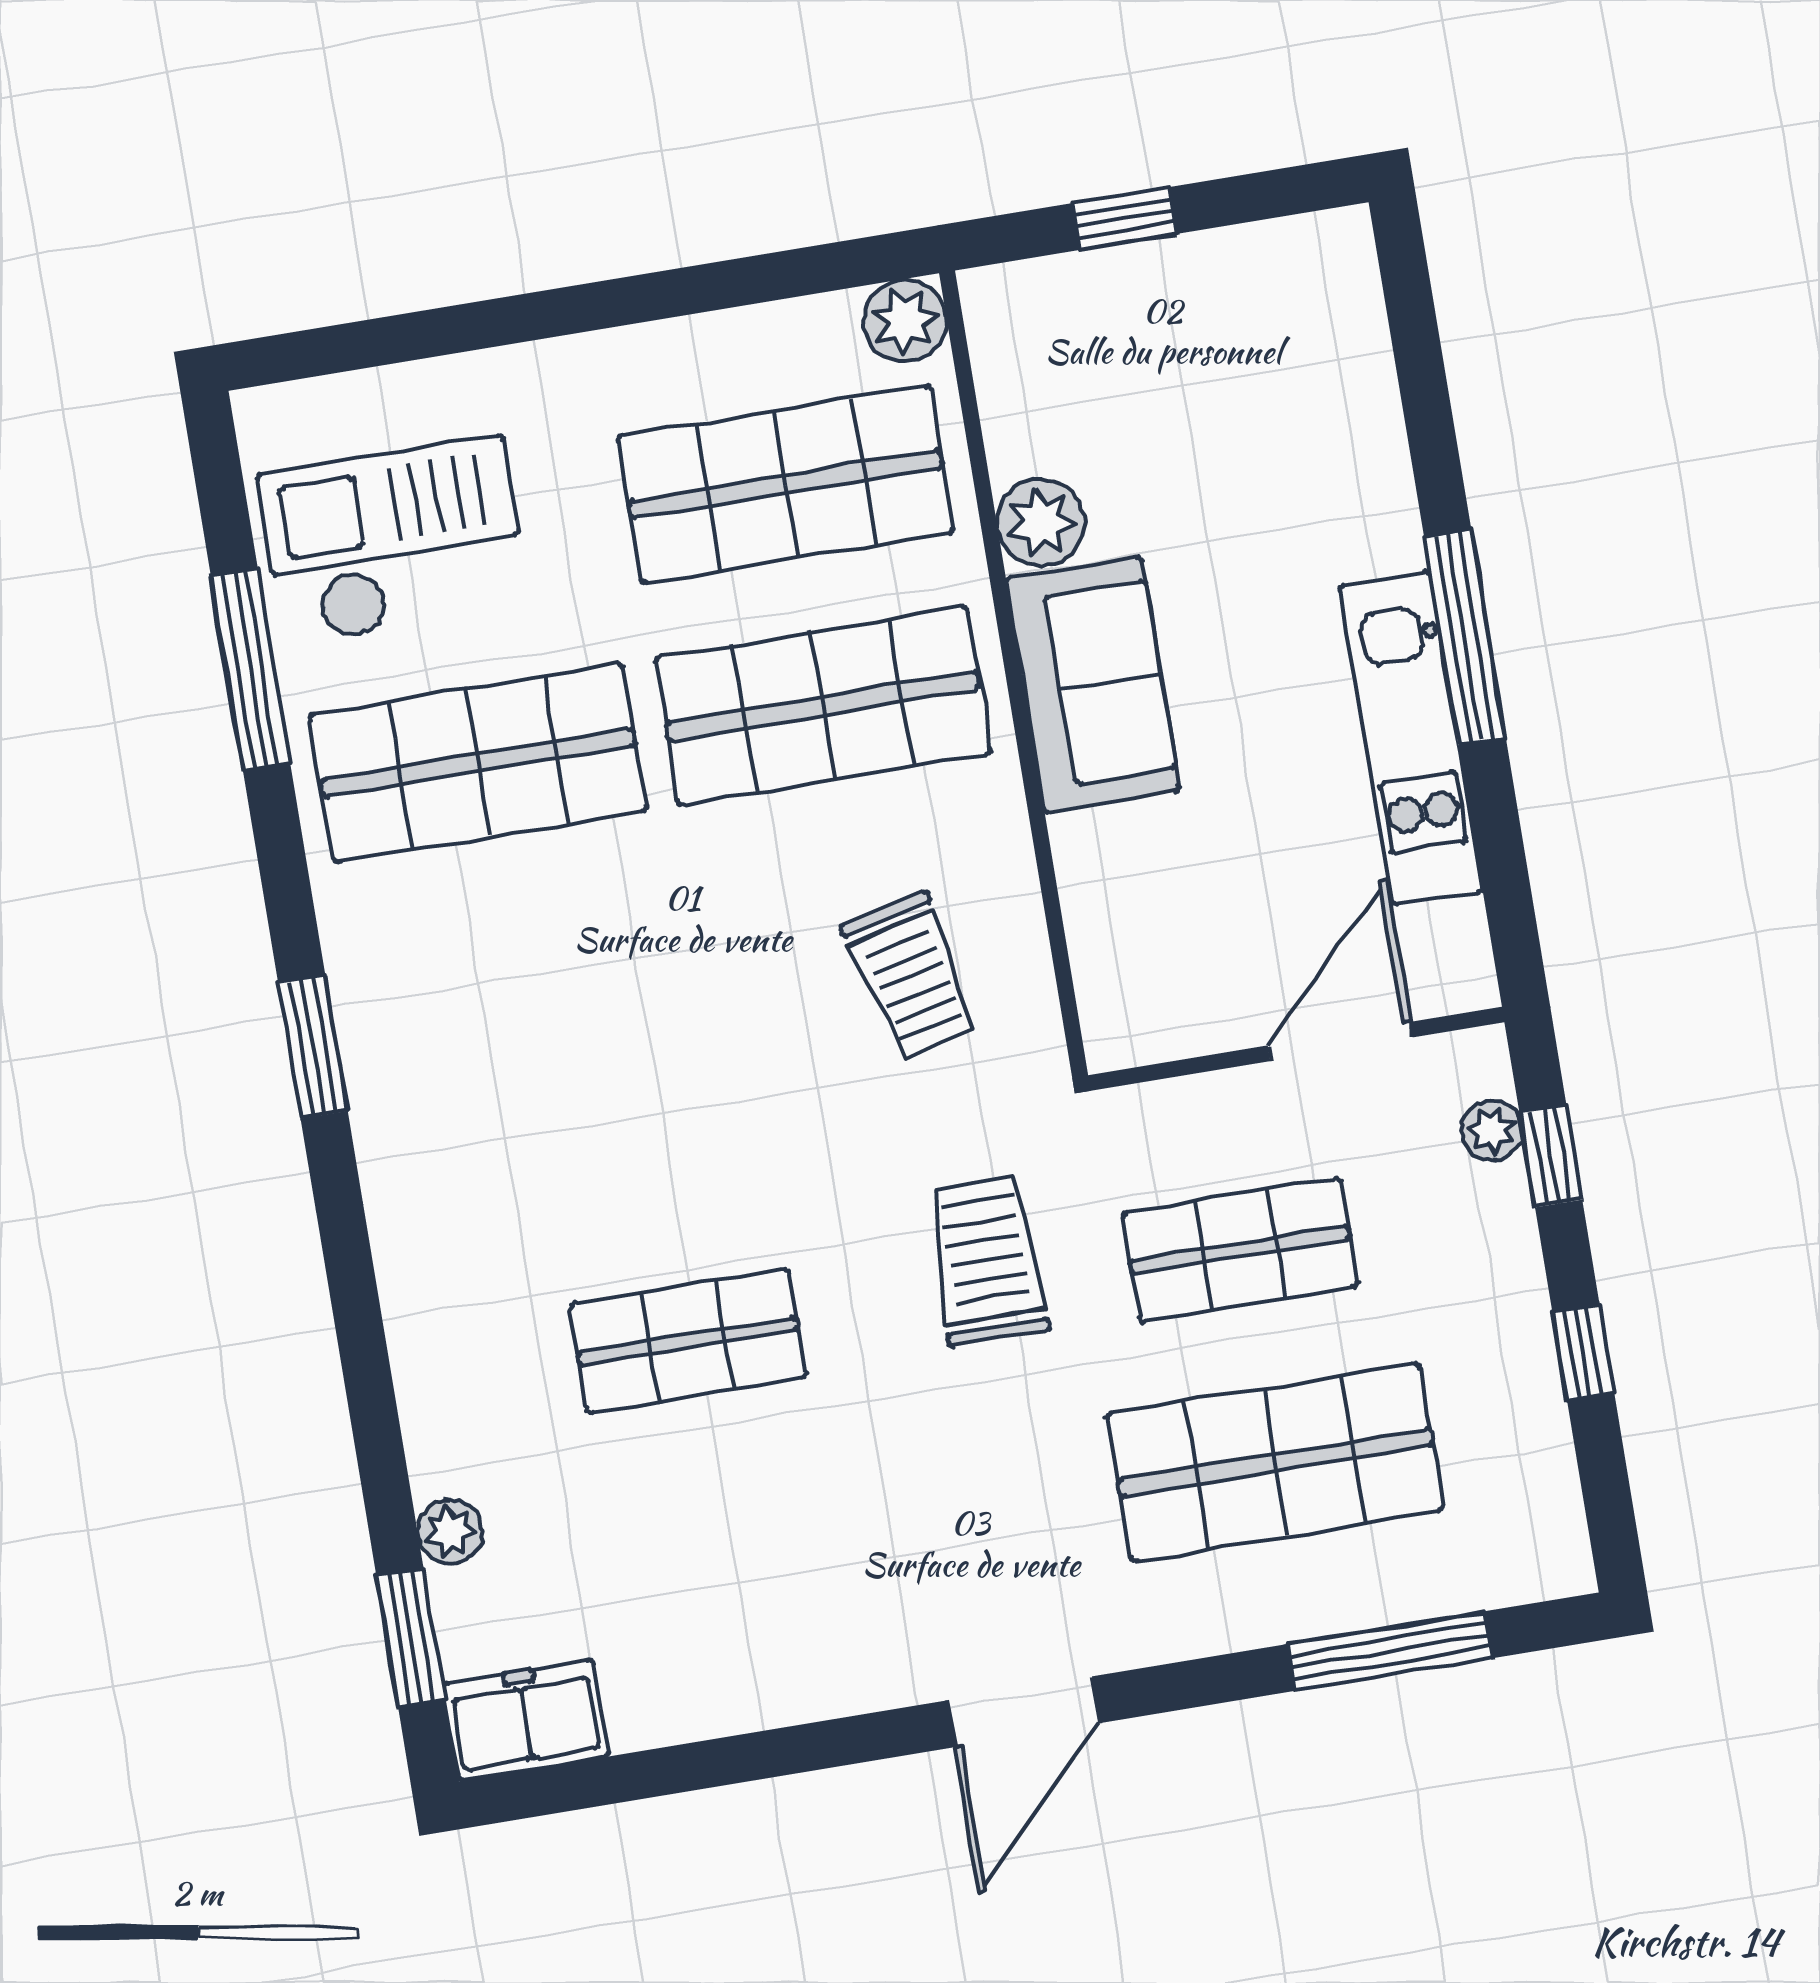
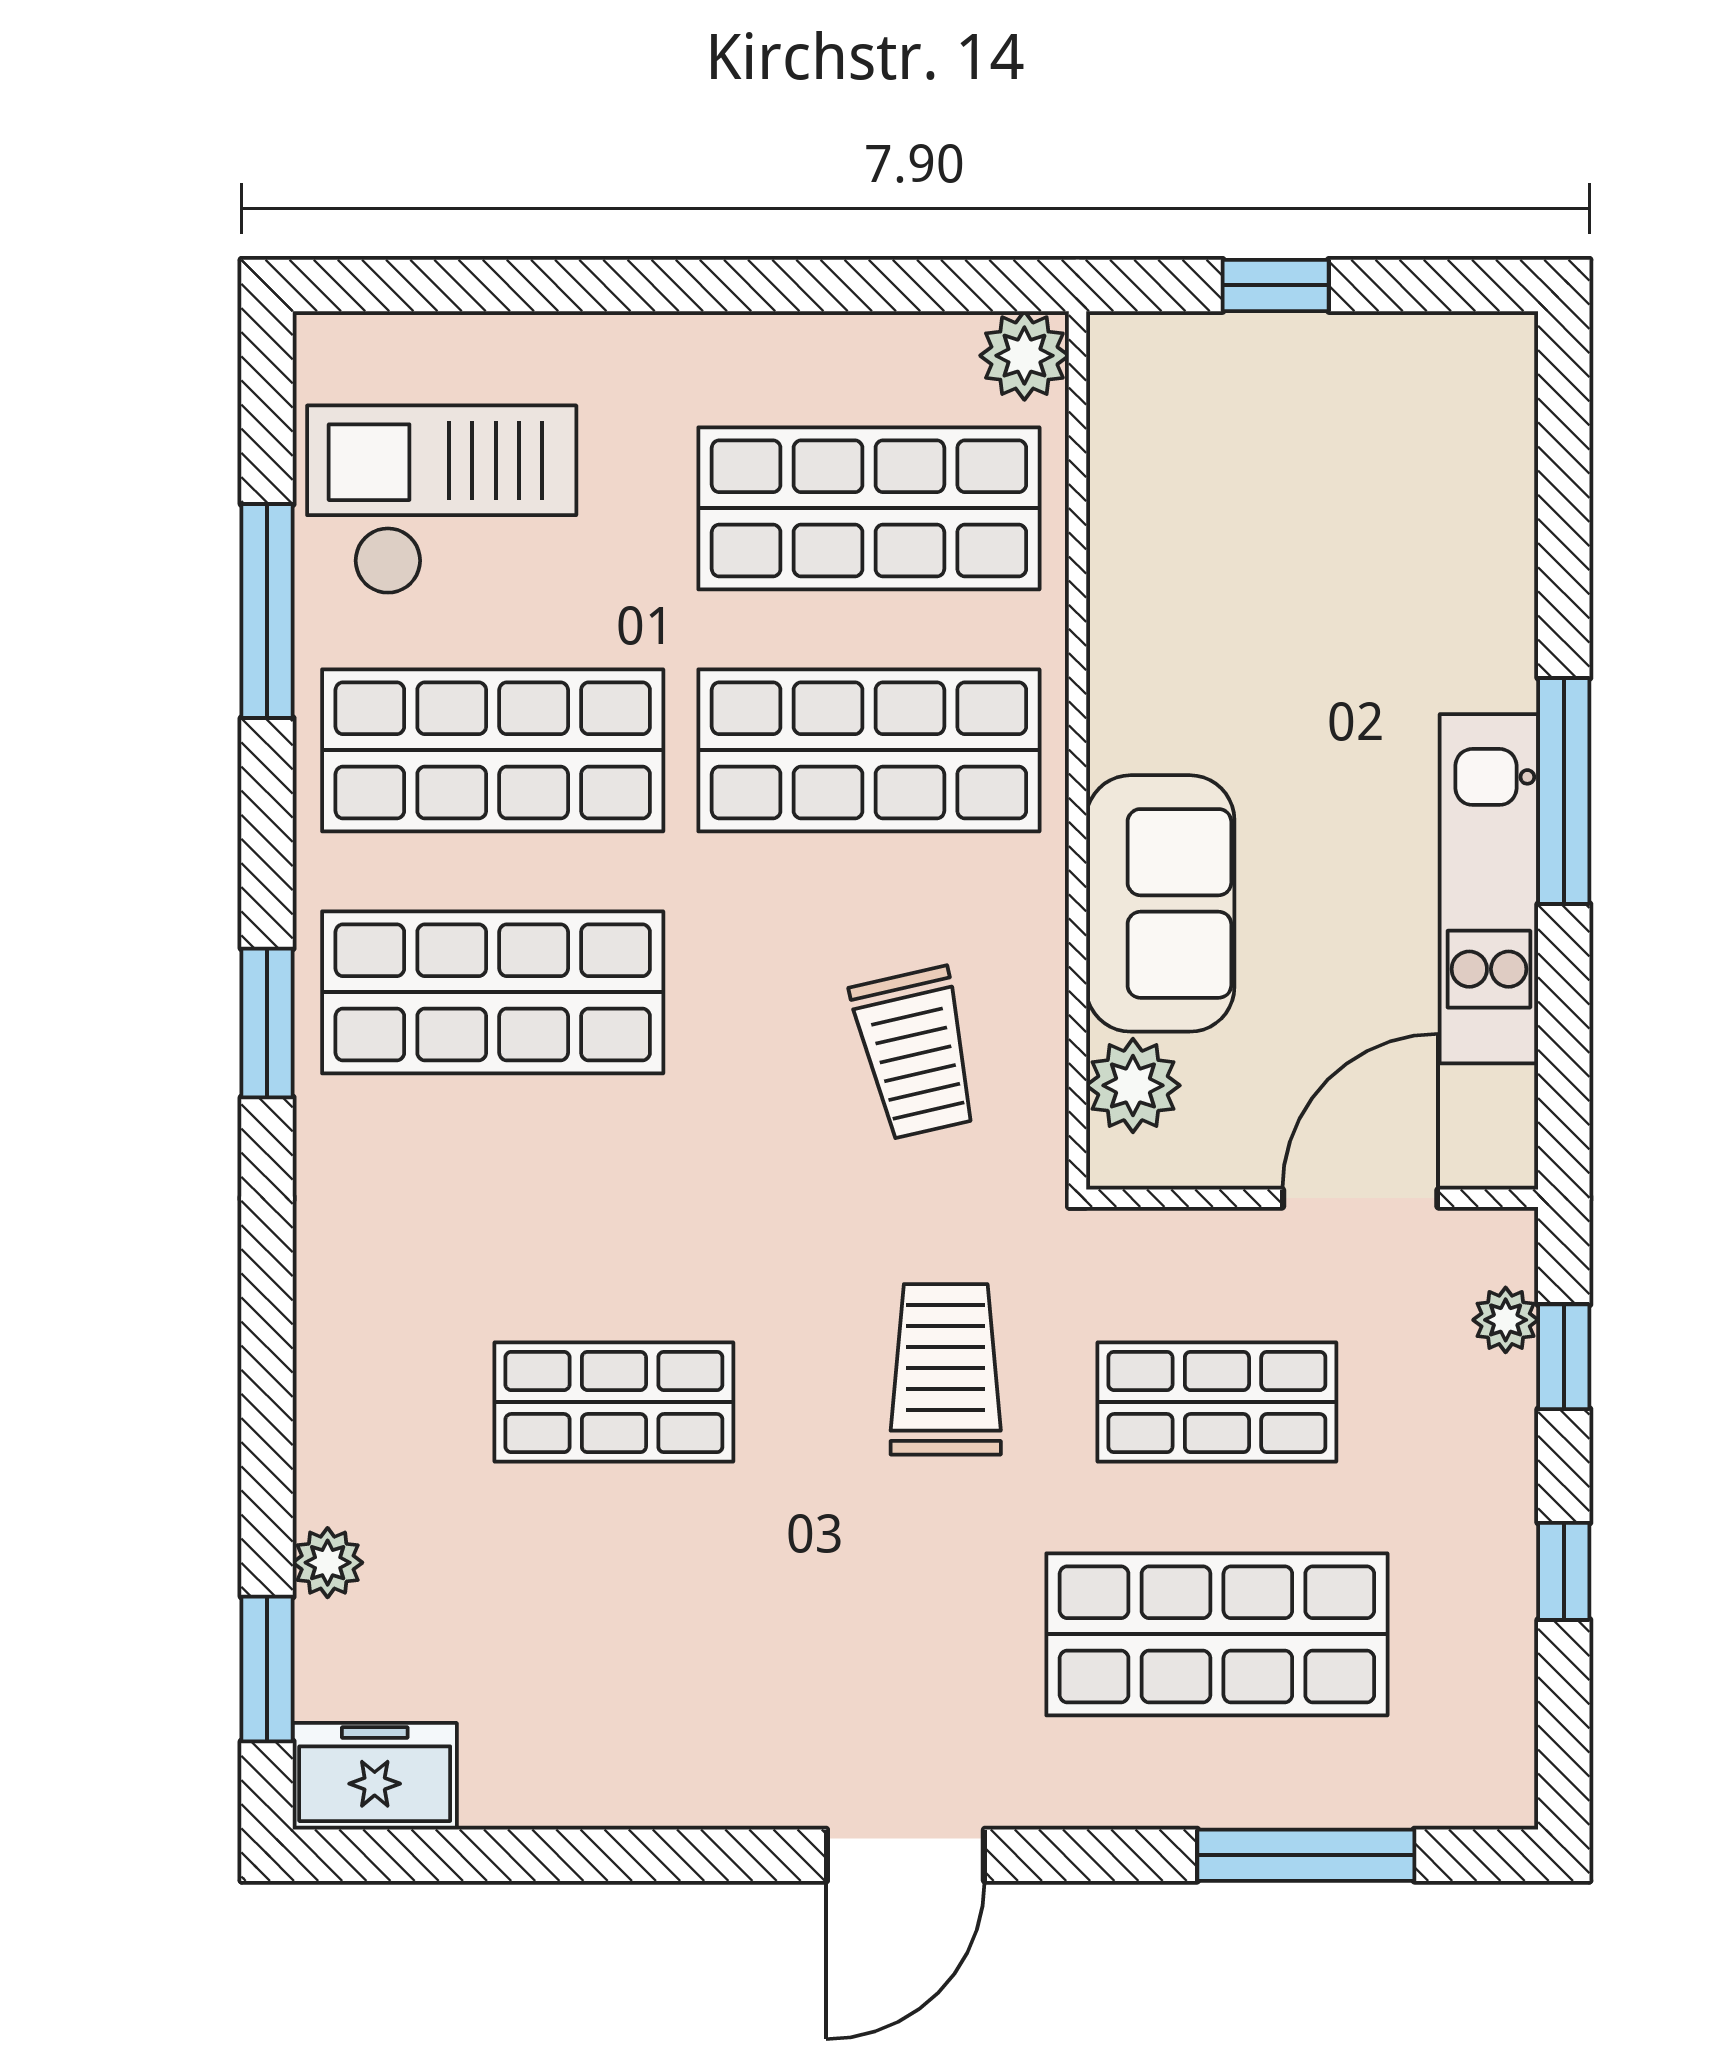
plant: (1041, 522) -> (1133, 1085), moved
sofa: (1093, 685) -> (1160, 903), moved
shop shelf: (515, 984) -> (493, 992), added

